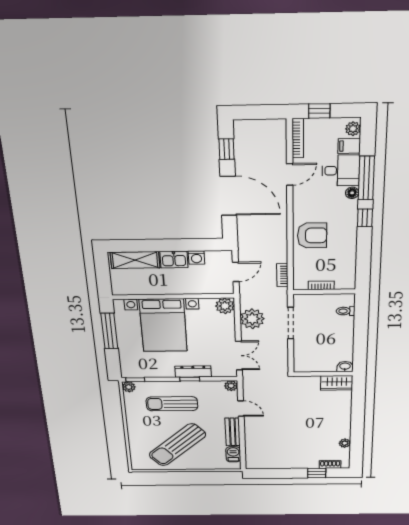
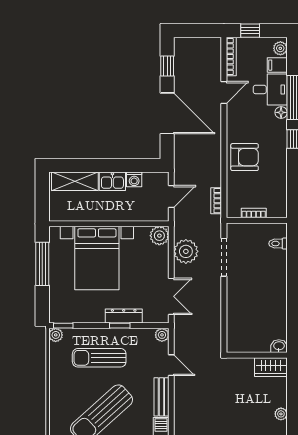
washbasin: (345, 366) -> (279, 346), moved
wall: (323, 374) -> (257, 355), moved
wardrobe: (337, 383) -> (271, 367), moved

